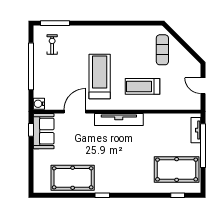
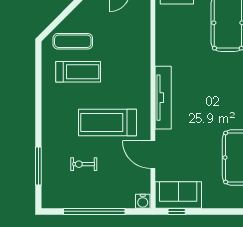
window: (55, 23) -> (38, 166), moved
exercise bike: (52, 45) -> (84, 164), moved
treadmill: (143, 86) -> (78, 72), moved, turned -90

